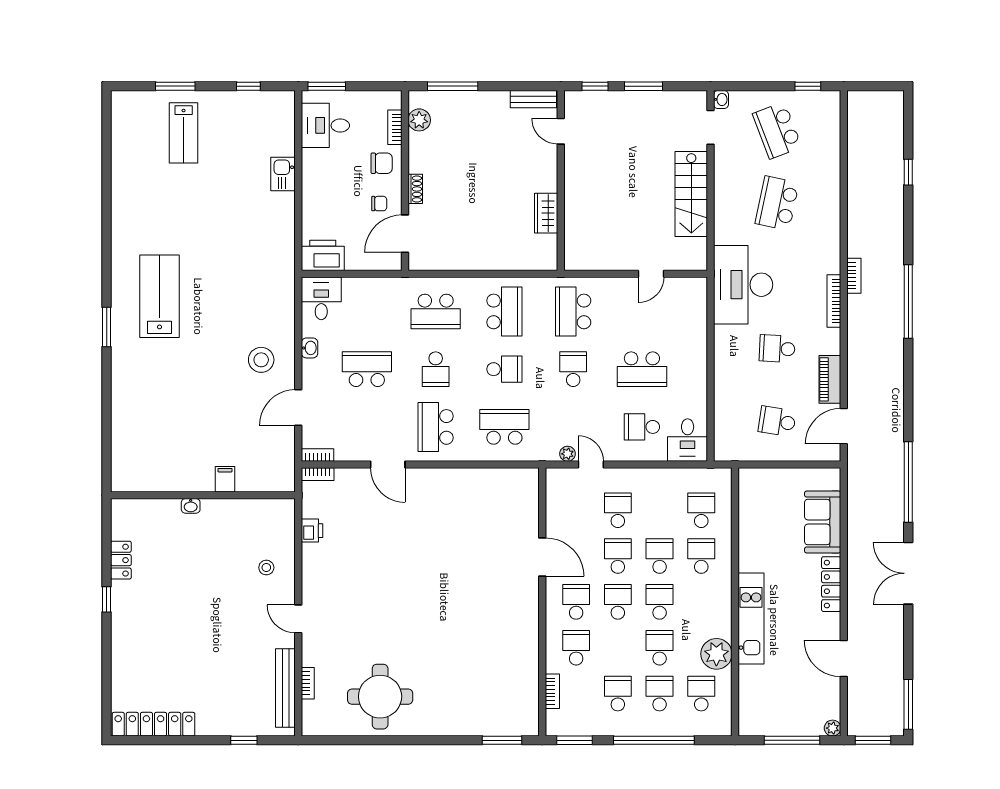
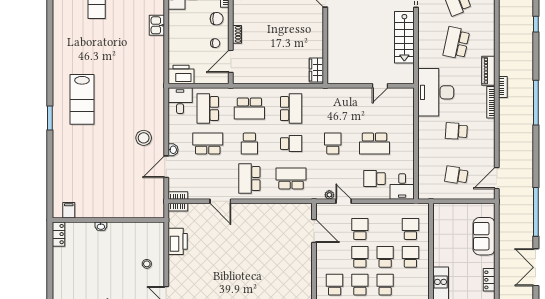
wardrobe: (546, 213) -> (316, 70), moved
lab bench: (160, 296) -> (82, 99), turned 180
school desk: (573, 311) -> (208, 109), moved
washbasin: (310, 348) -> (173, 150), moved
piano: (830, 379) -> (488, 71), moved
filing cabinet: (225, 479) -> (69, 210), moved
printer: (312, 531) -> (178, 241), width x1.87, depth x1.48
door: (542, 557) -> (314, 231), moved
locker: (121, 560) -> (59, 234), moved
locker: (831, 584) -> (489, 280), width x0.66
window: (107, 599) -> (50, 283), removed

